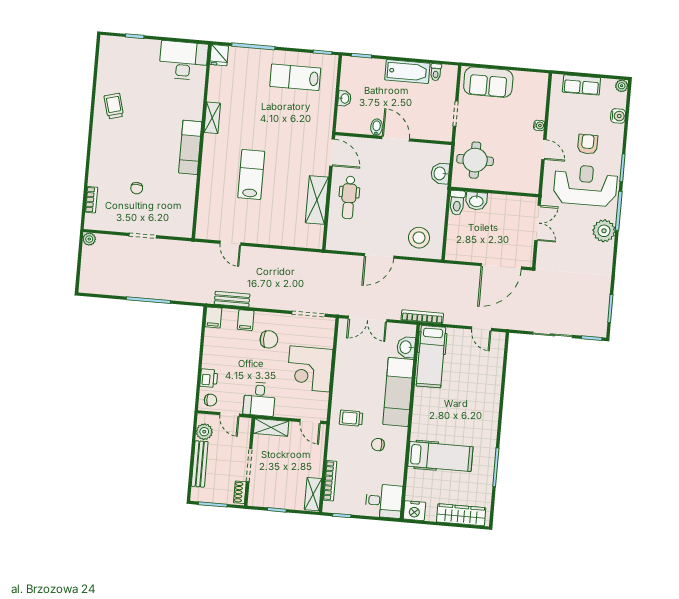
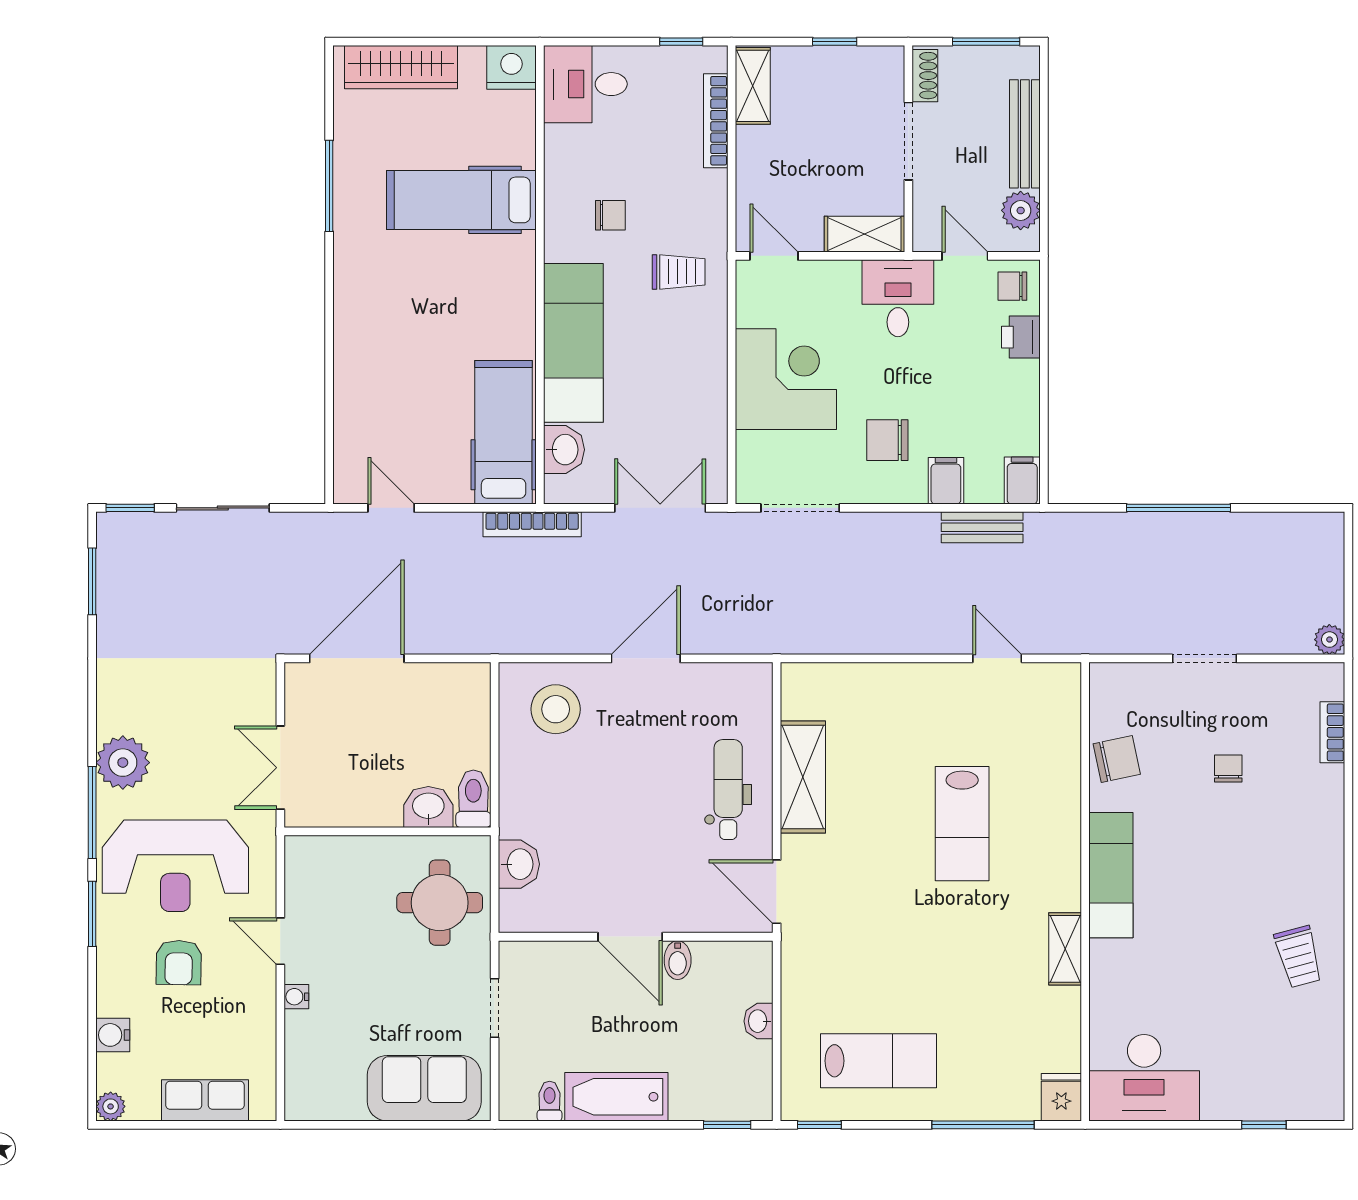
chair: (183, 196) -> (1117, 759), added

